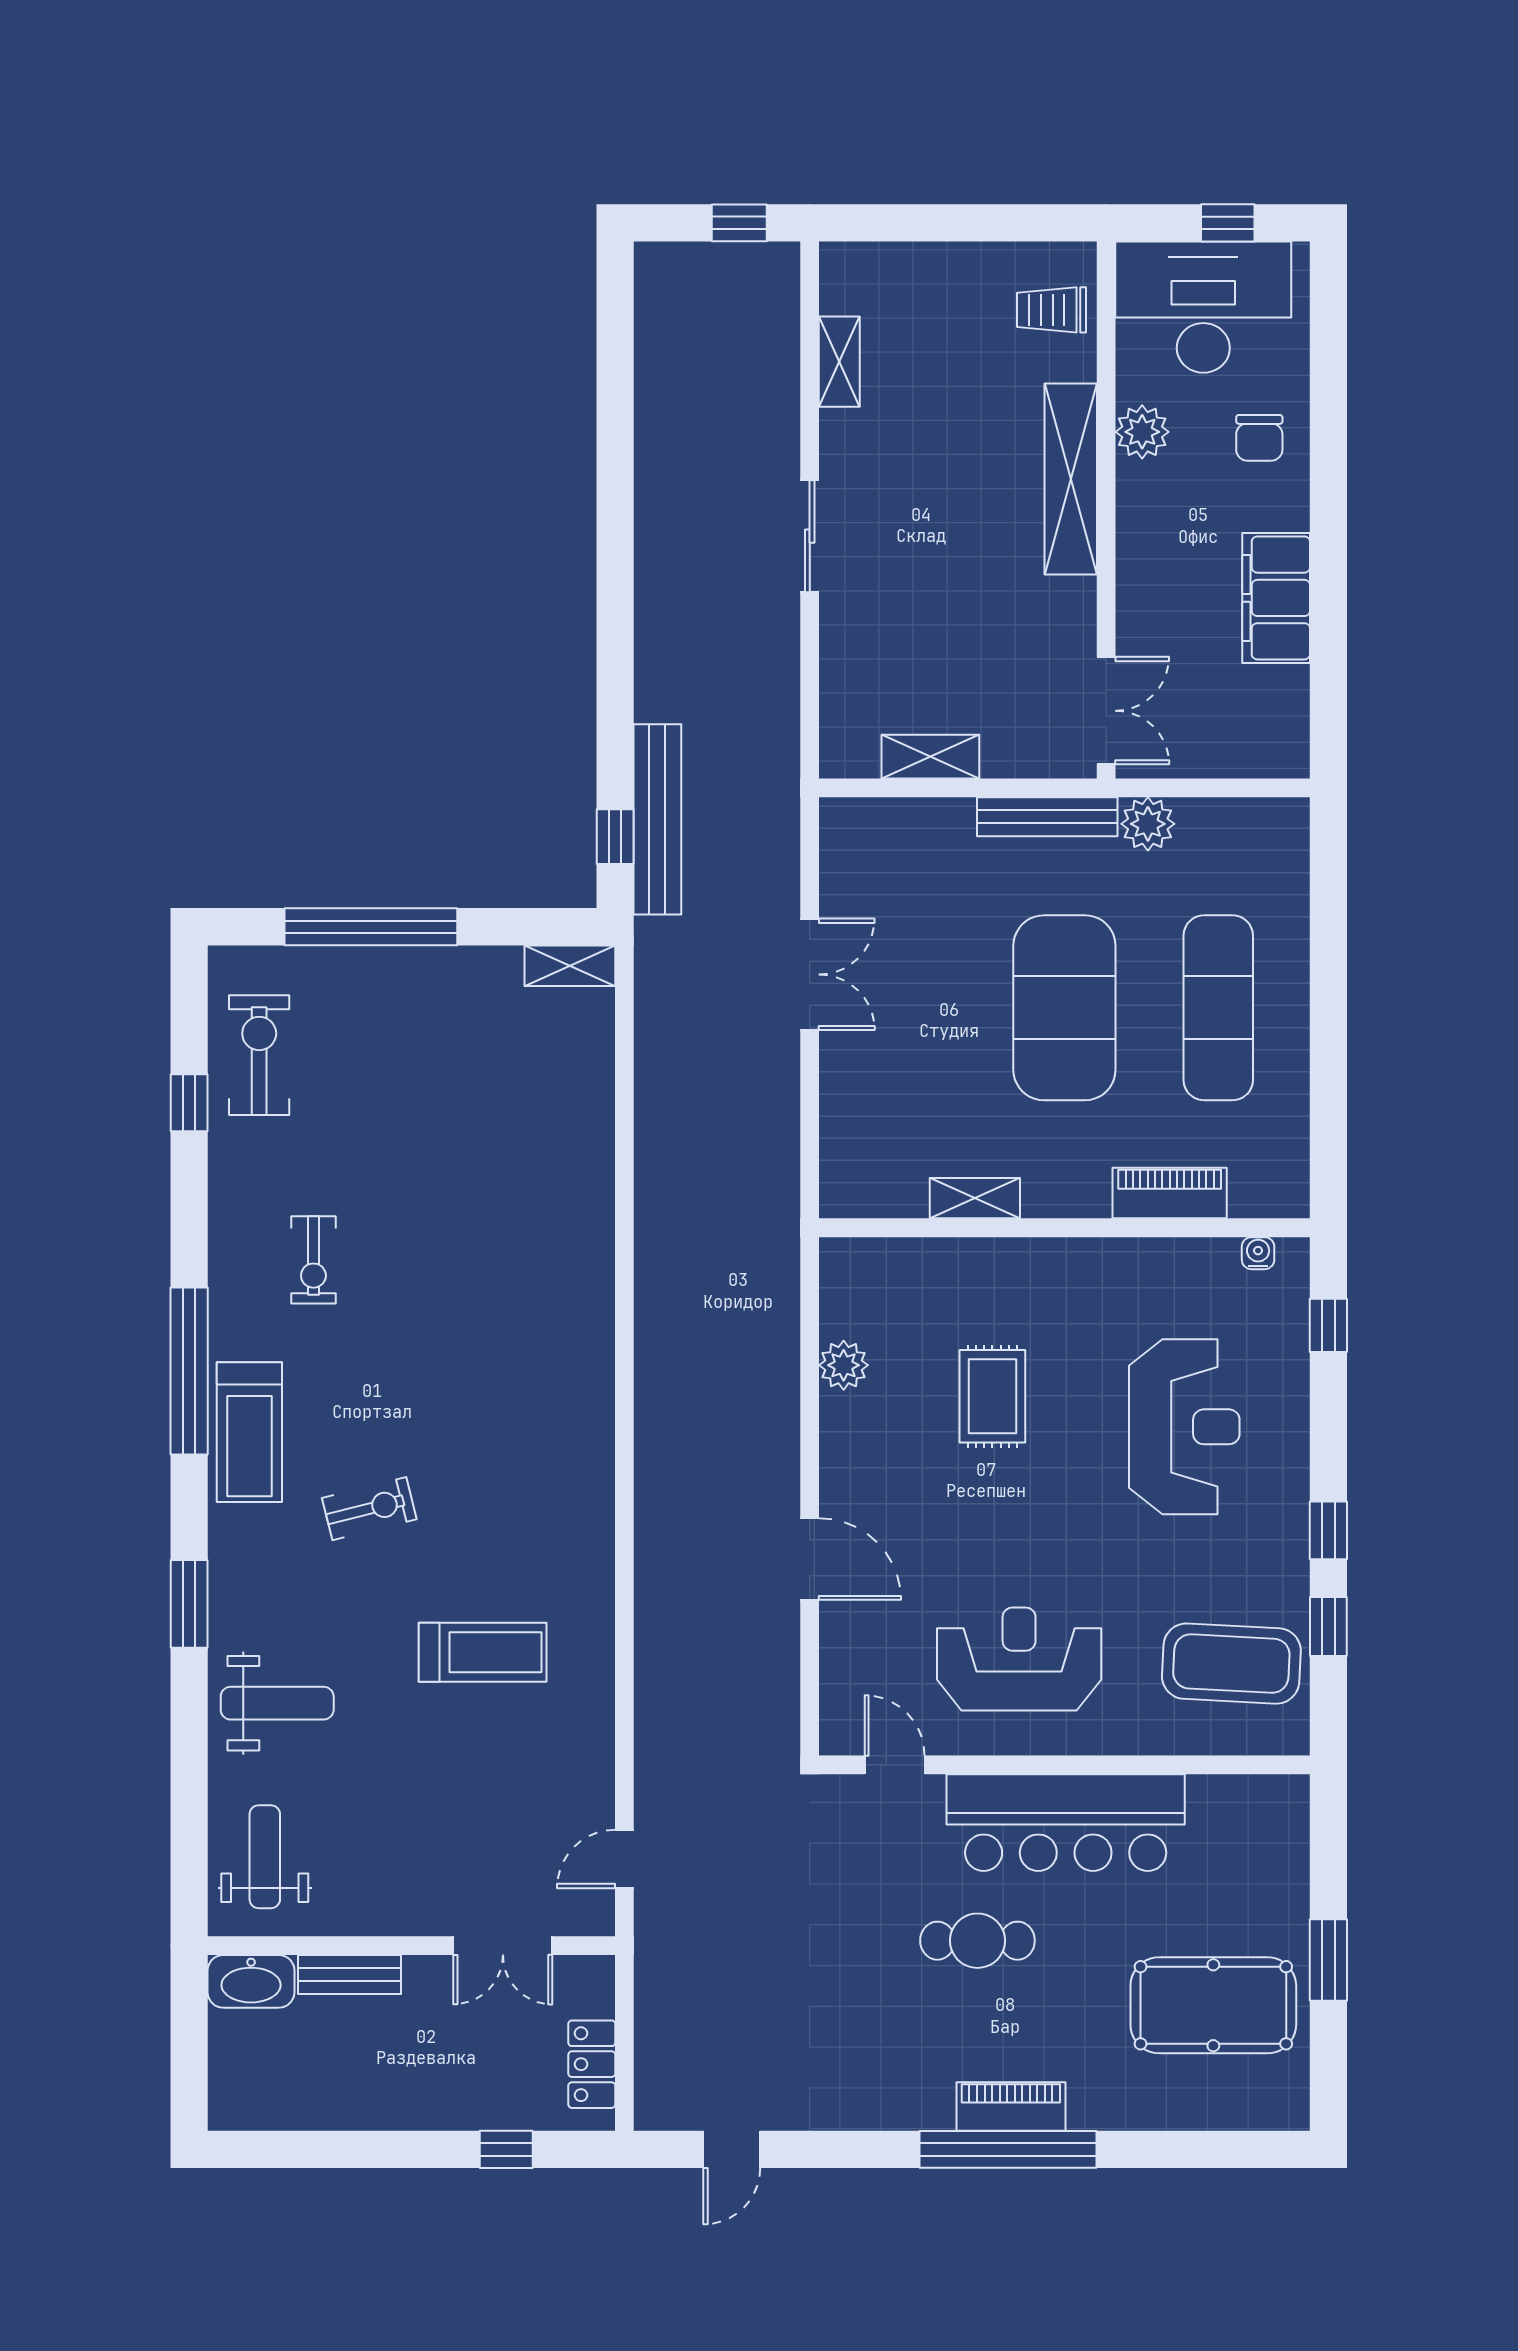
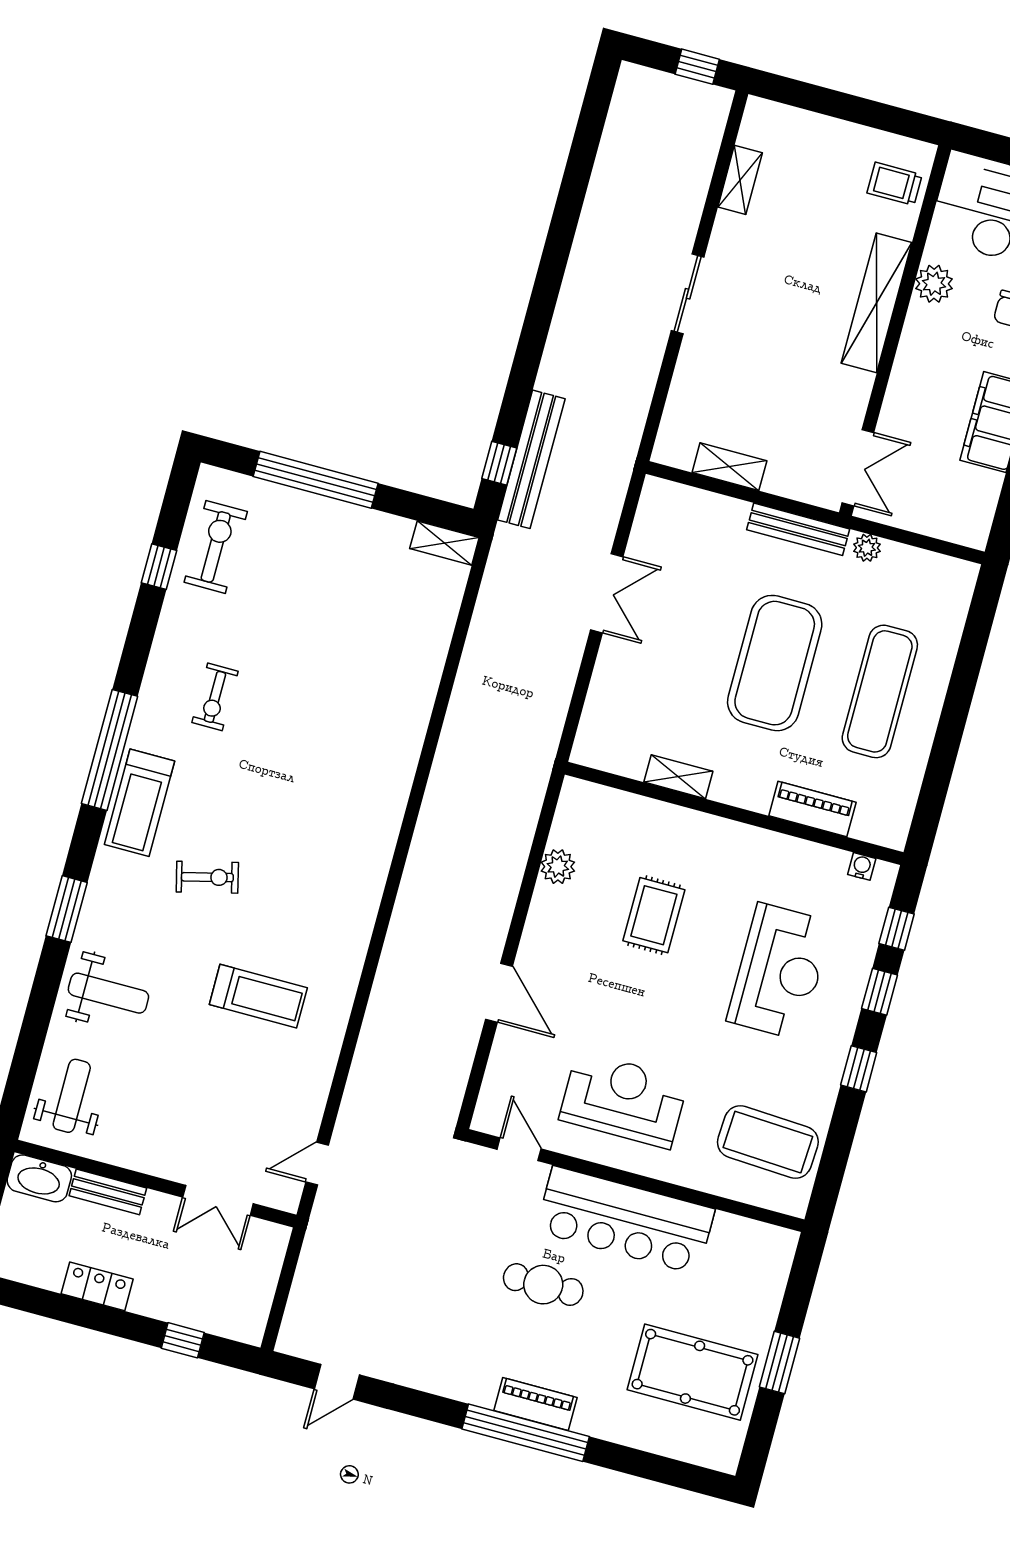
plant: (1148, 824) -> (867, 548), width x0.73, depth x0.73
window: (1328, 1627) -> (880, 992), moved
locker: (592, 2064) -> (97, 1286), moved, turned 90

